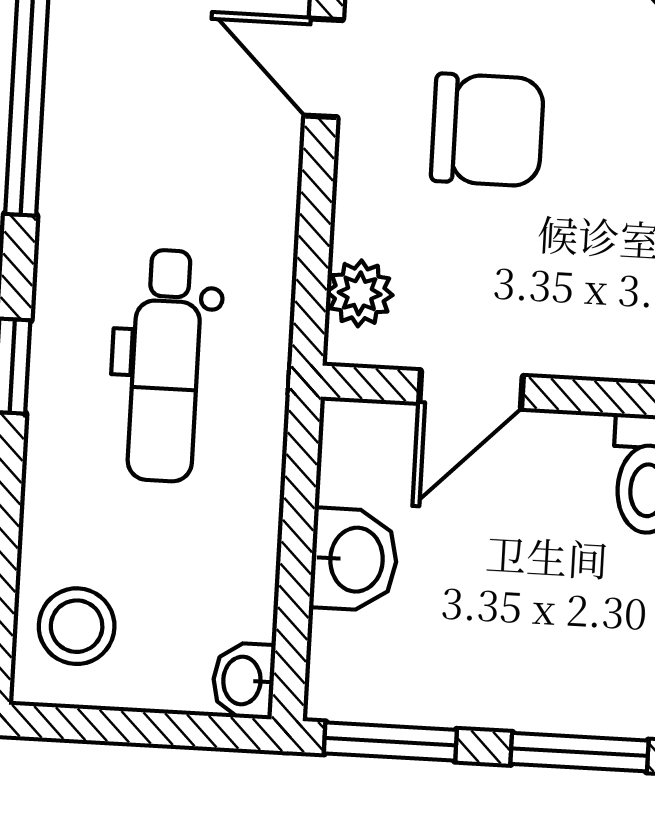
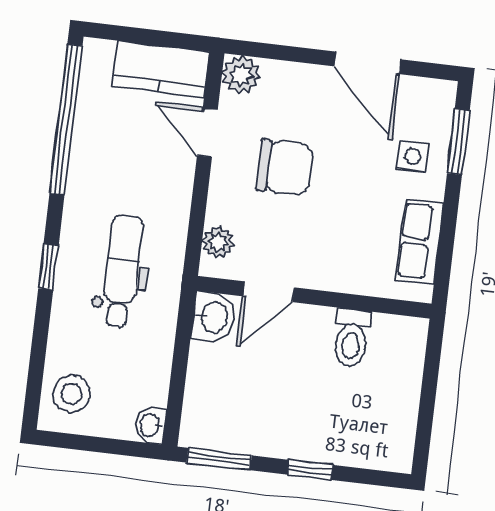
dental chair: (165, 366) -> (122, 271), turned 180
washbasin: (354, 559) -> (213, 317), moved
window: (579, 752) -> (310, 470), width x0.67

